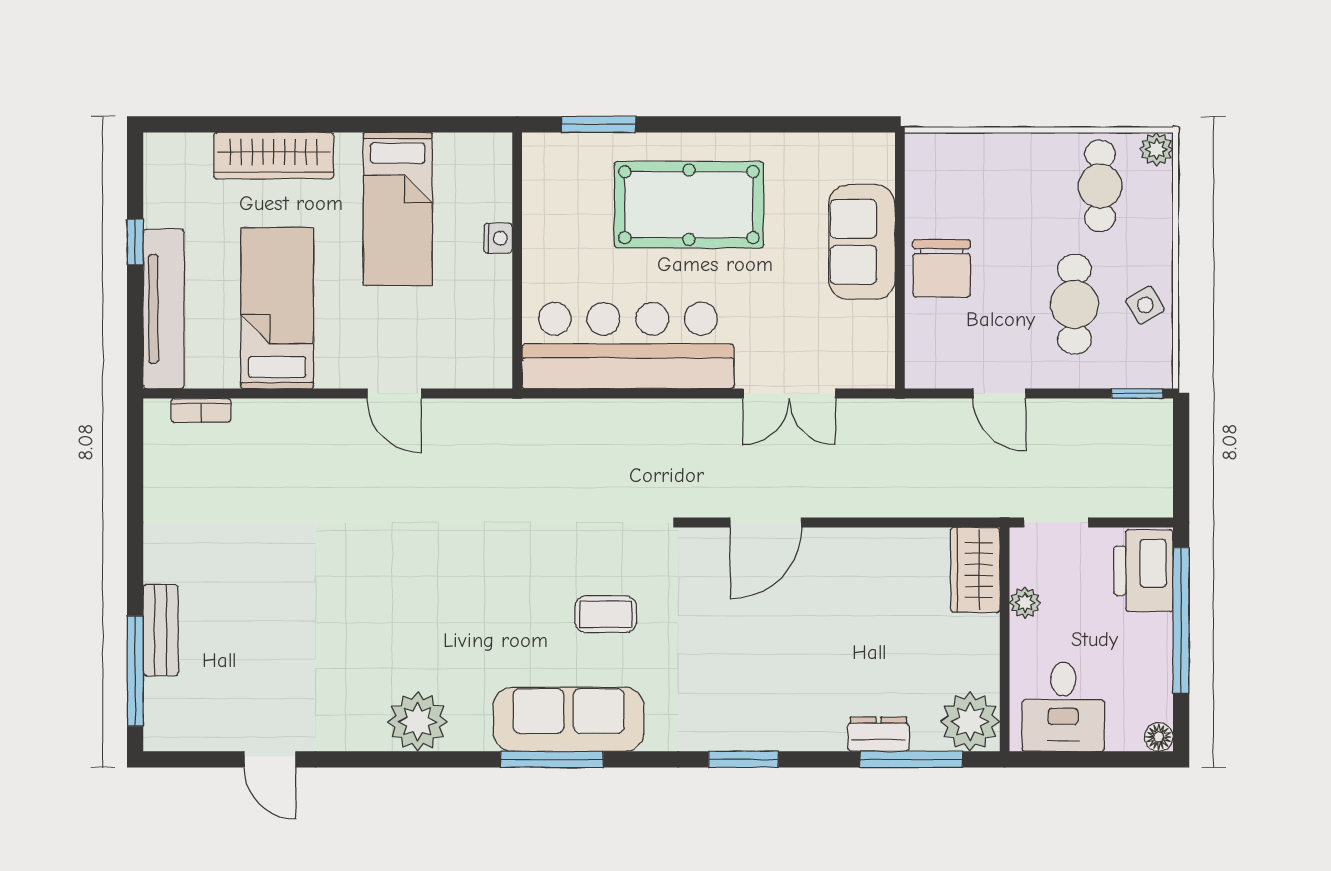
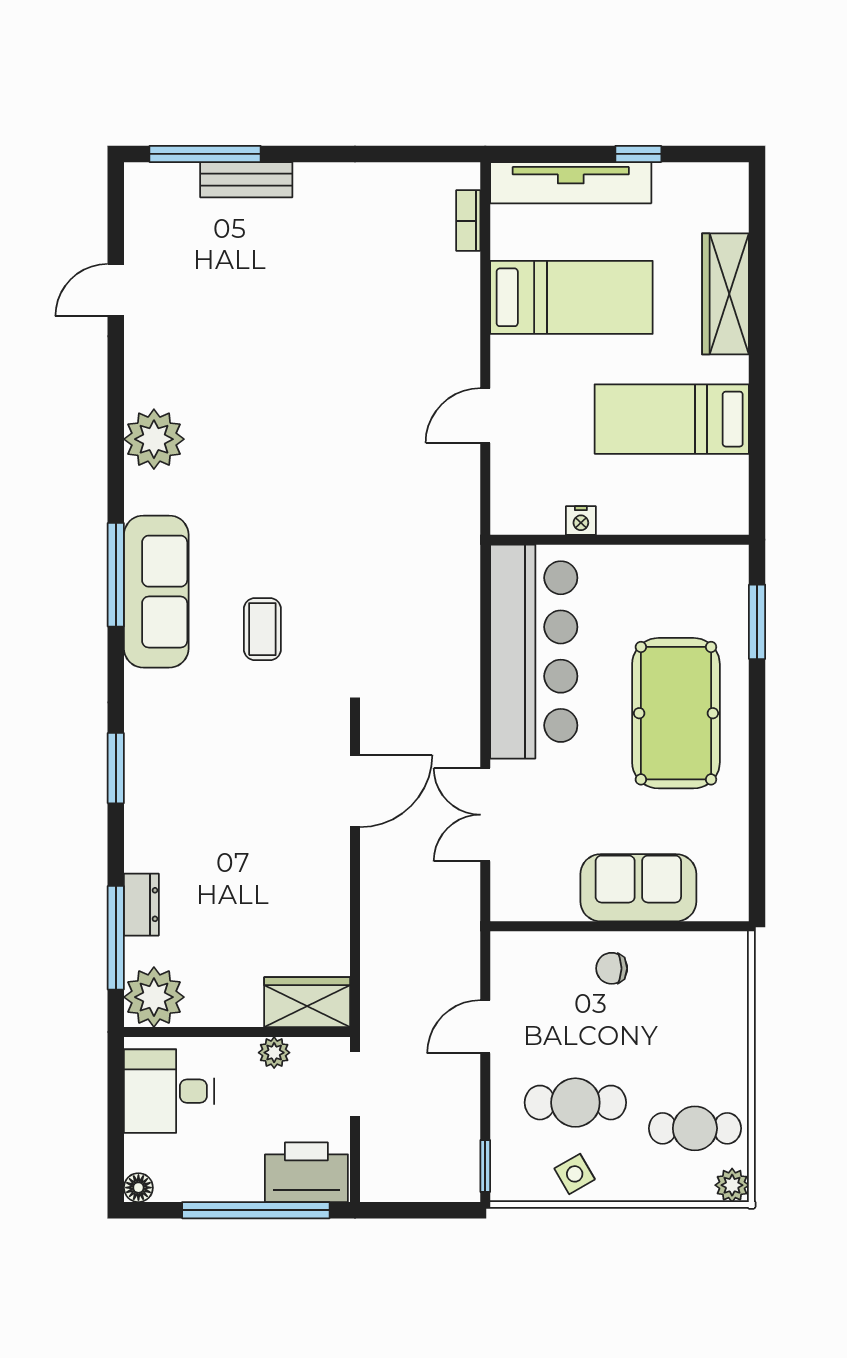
nightstand: (498, 238) -> (581, 520), moved
chair: (942, 268) -> (612, 968), width x0.54, depth x0.54
door: (766, 522) -> (355, 791), swing flipped

